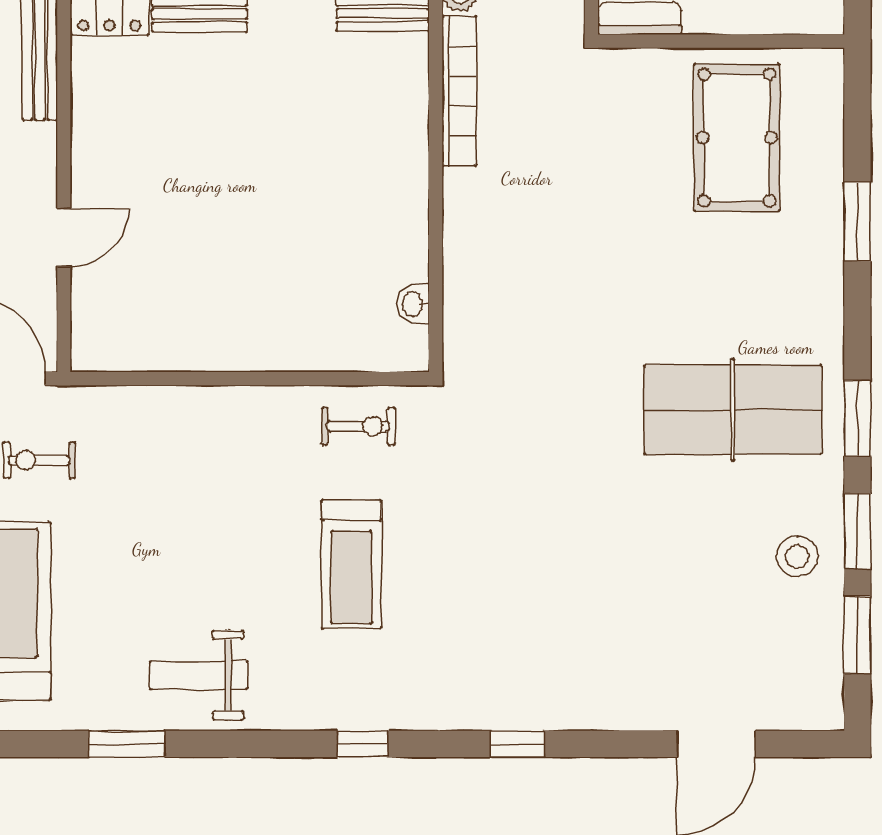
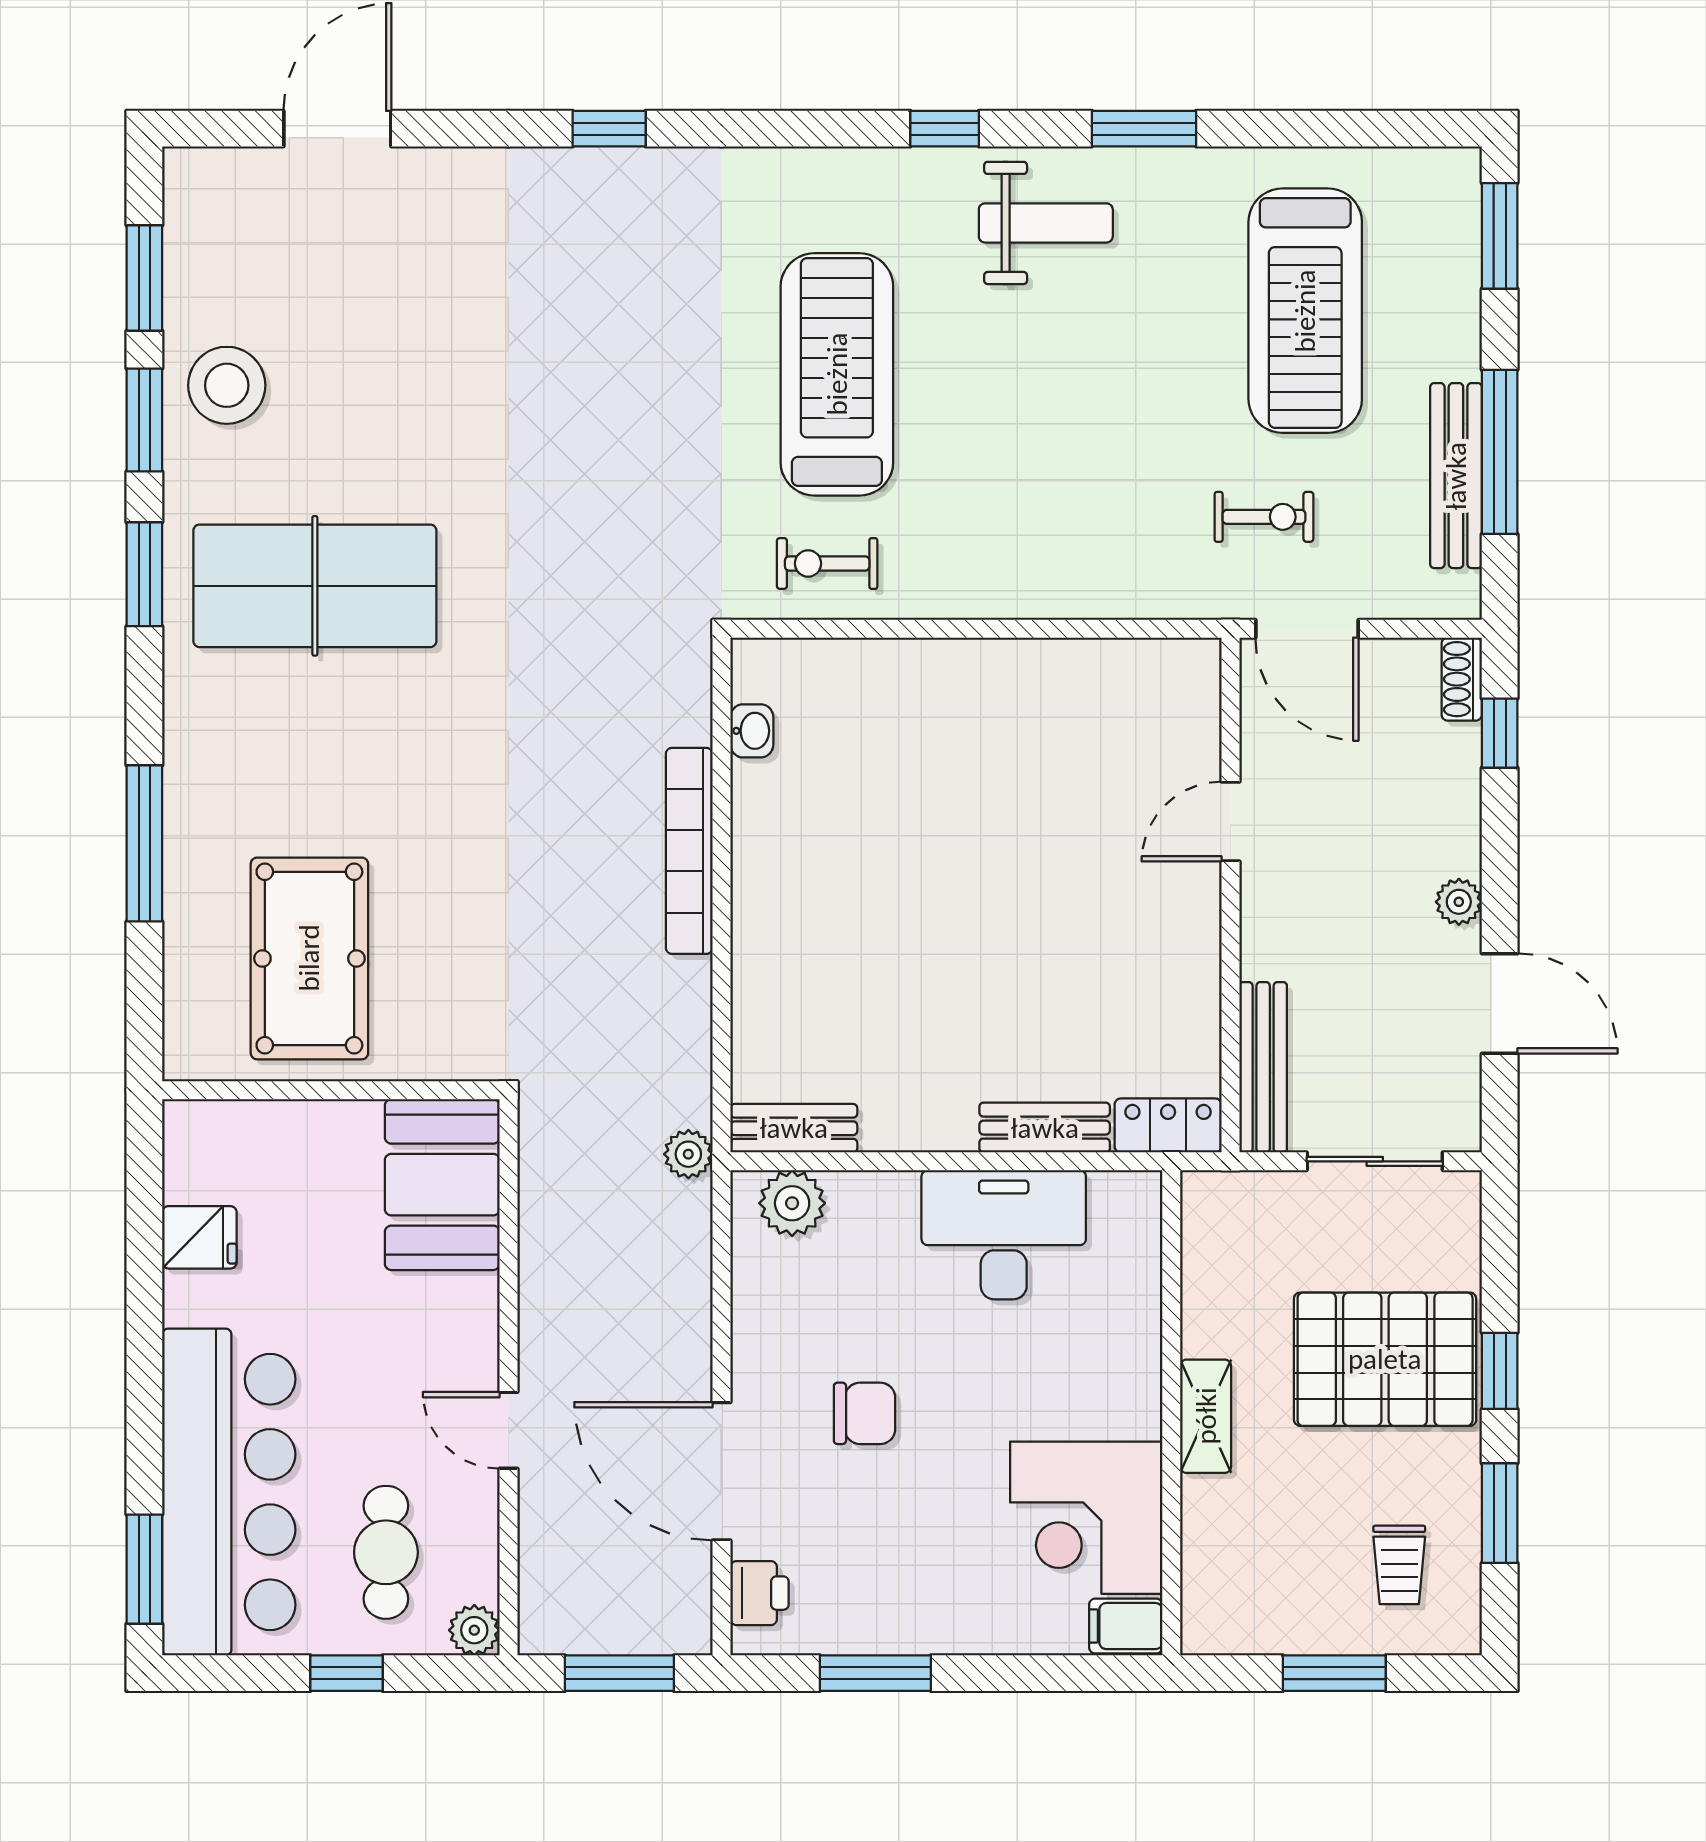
bookcase: (459, 91) -> (689, 851), moved
window: (857, 222) -> (144, 843), width x1.44
stool: (797, 556) -> (227, 385), width x1.38, depth x1.38
treadmill: (351, 564) -> (837, 374), width x1.37, depth x1.38
window: (363, 744) -> (945, 129), moved

